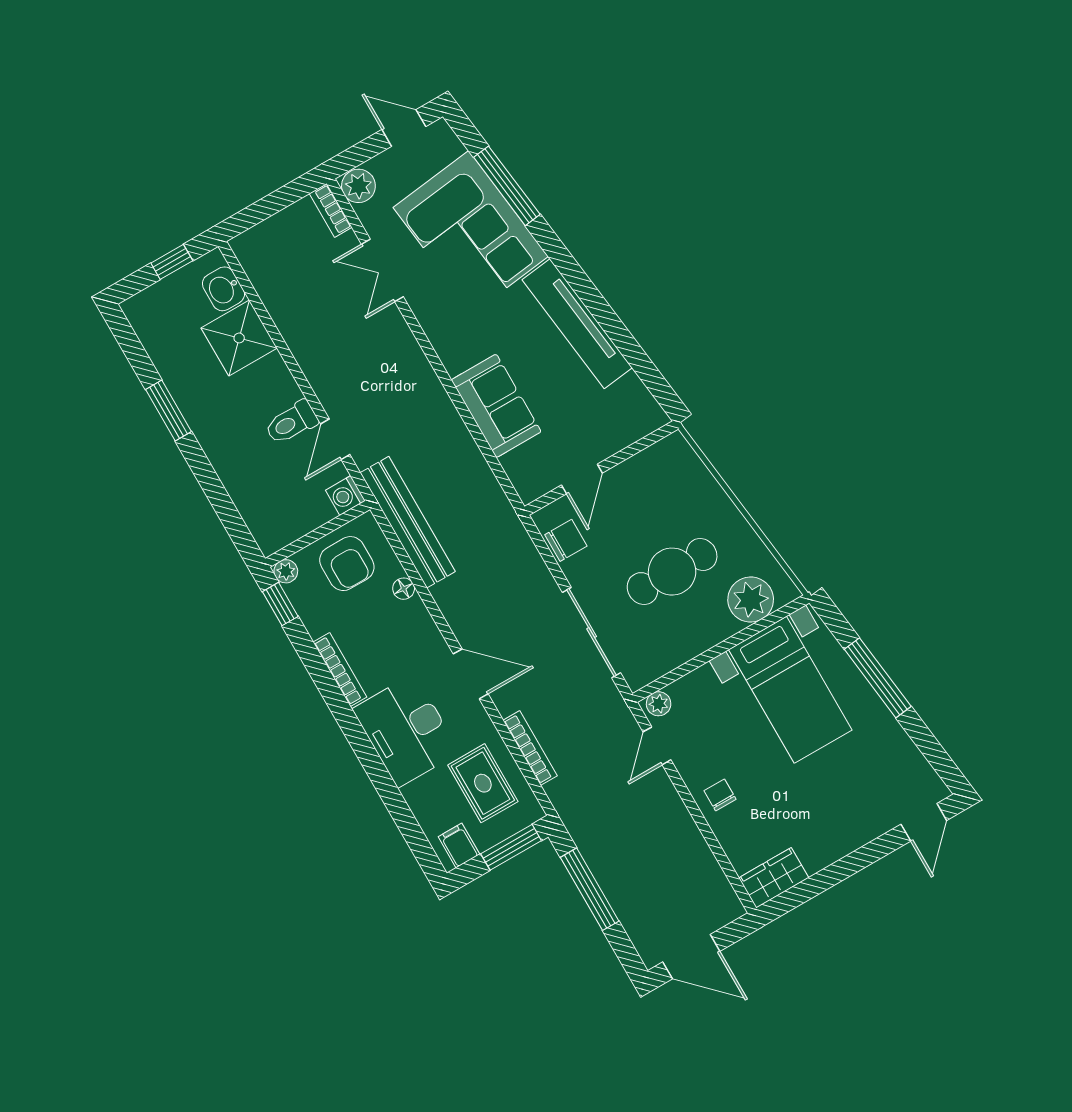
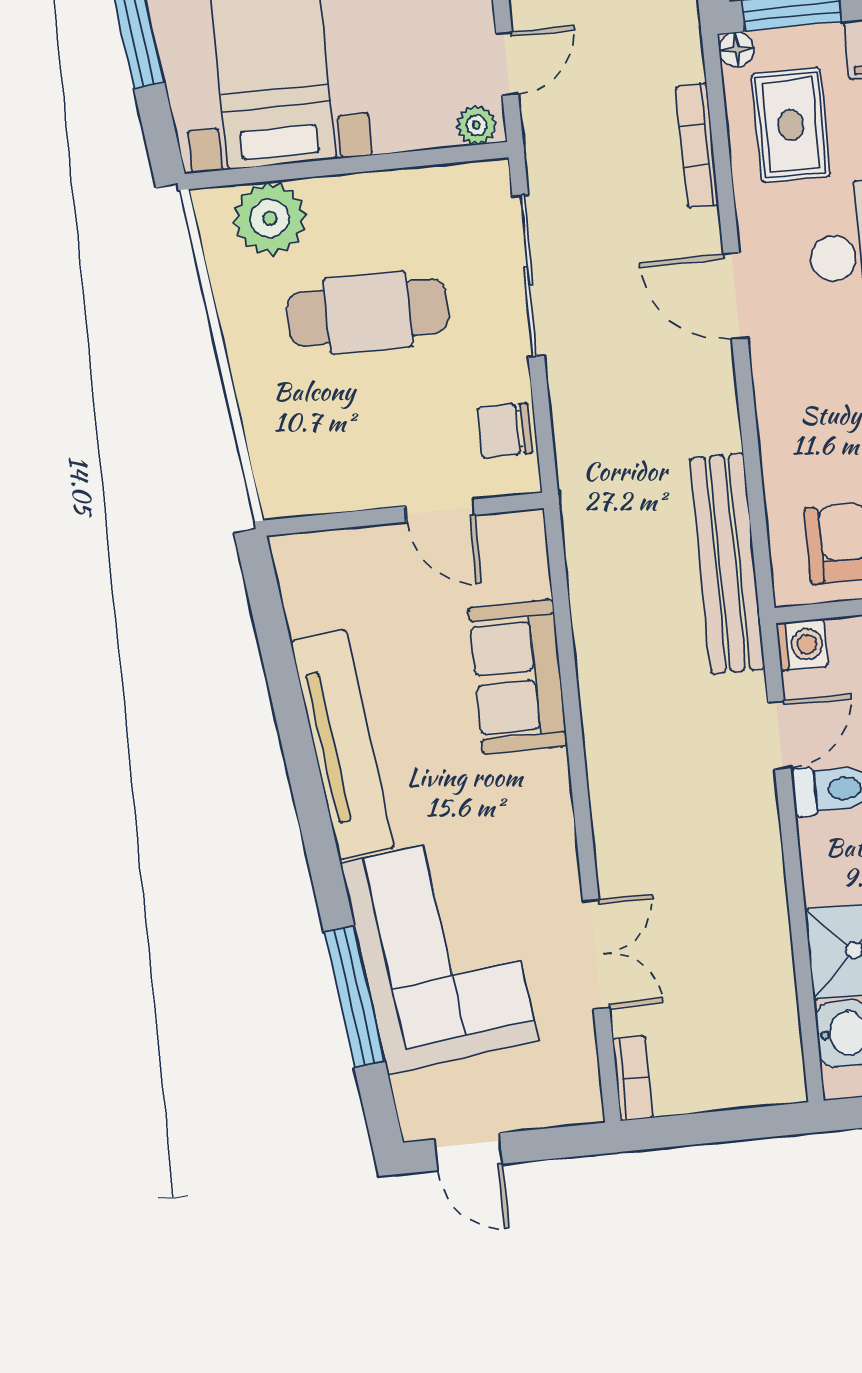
plant: (358, 186) -> (575, 1096), removed
door: (582, 479) -> (440, 511), swing flipped
floor lamp: (404, 589) -> (736, 50), moved

